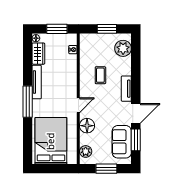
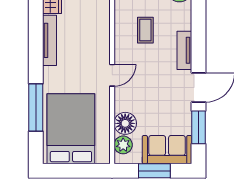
window: (28, 102) -> (36, 107), moved
floor lamp: (87, 126) -> (125, 123), moved
sofa: (122, 142) -> (167, 150), moved, turned 90

